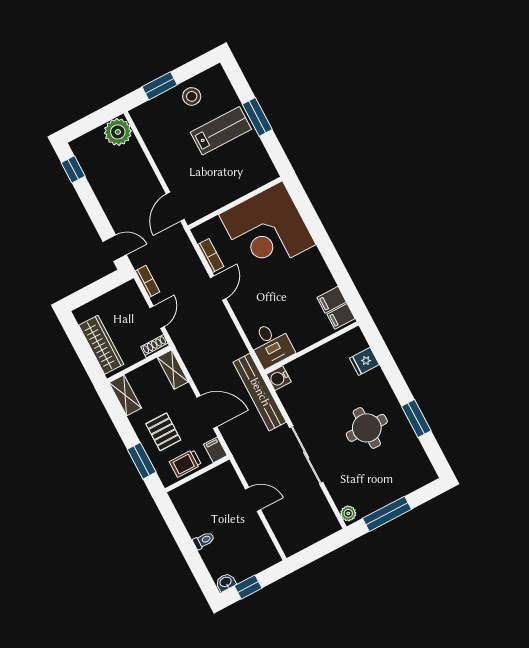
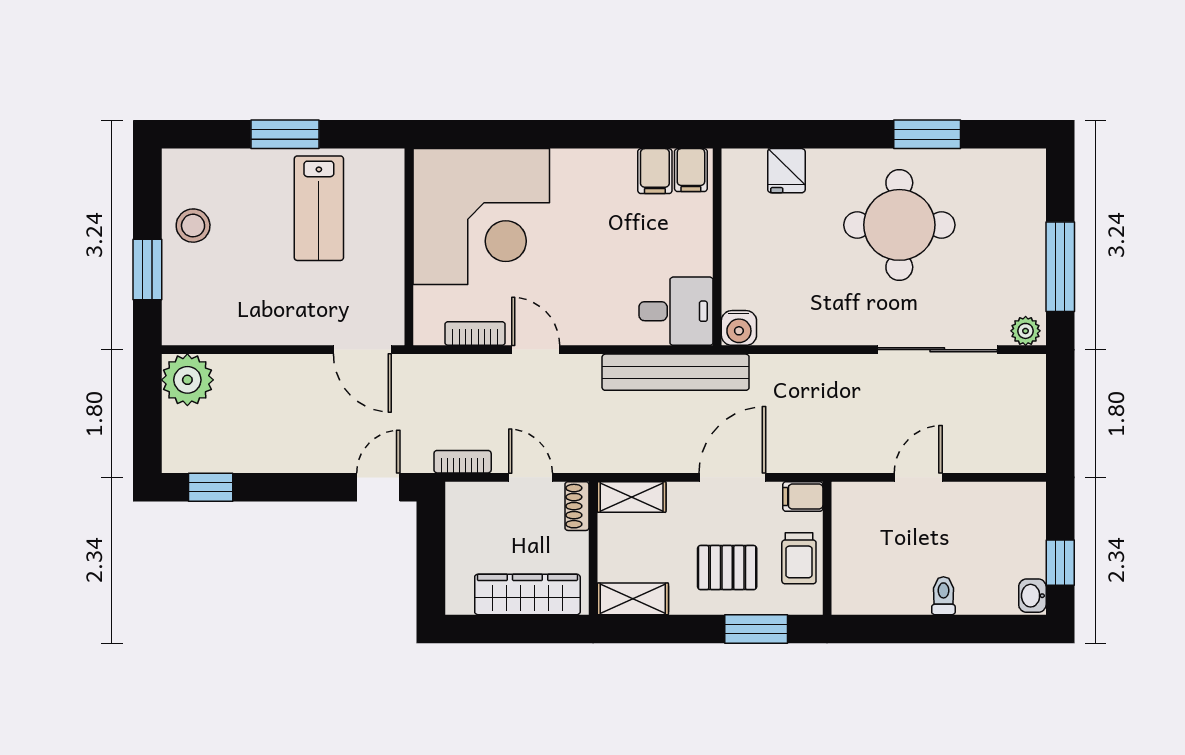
lab bench: (221, 131) -> (319, 208), moved, turned 180
bench: (260, 392) -> (676, 372), moved
round table: (367, 428) -> (899, 225), width x1.36, depth x1.36
sliding door: (306, 455) -> (937, 350), moved

